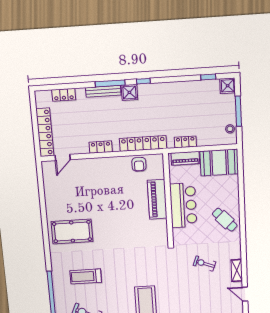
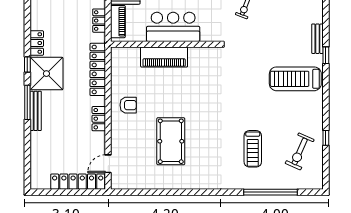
shower: (129, 92) -> (46, 74), width x1.86, depth x1.86
locker: (64, 95) -> (37, 43), moved
door: (63, 158) -> (108, 164), swing flipped
armchair: (139, 164) -> (128, 105), moved
pool table: (72, 232) -> (171, 141), moved

